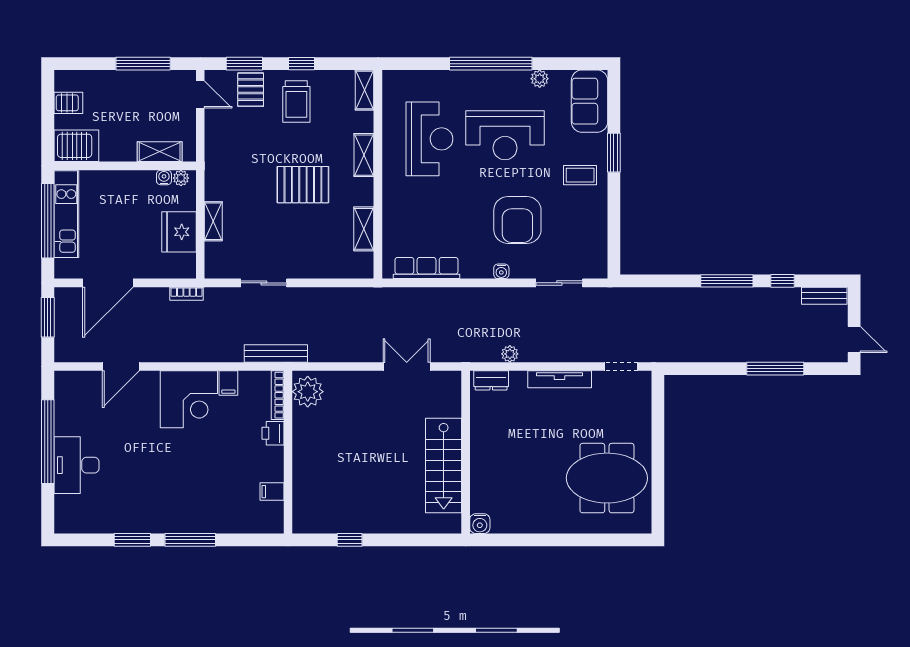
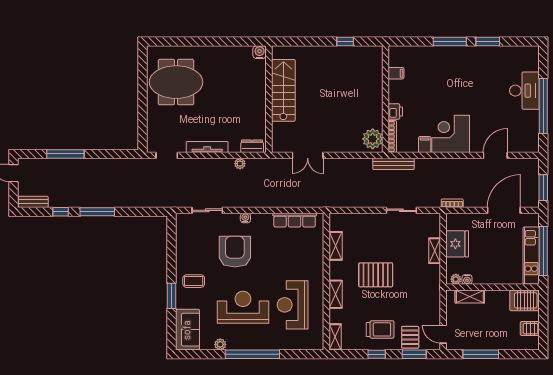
trolley: (296, 101) -> (380, 329), turned 90

